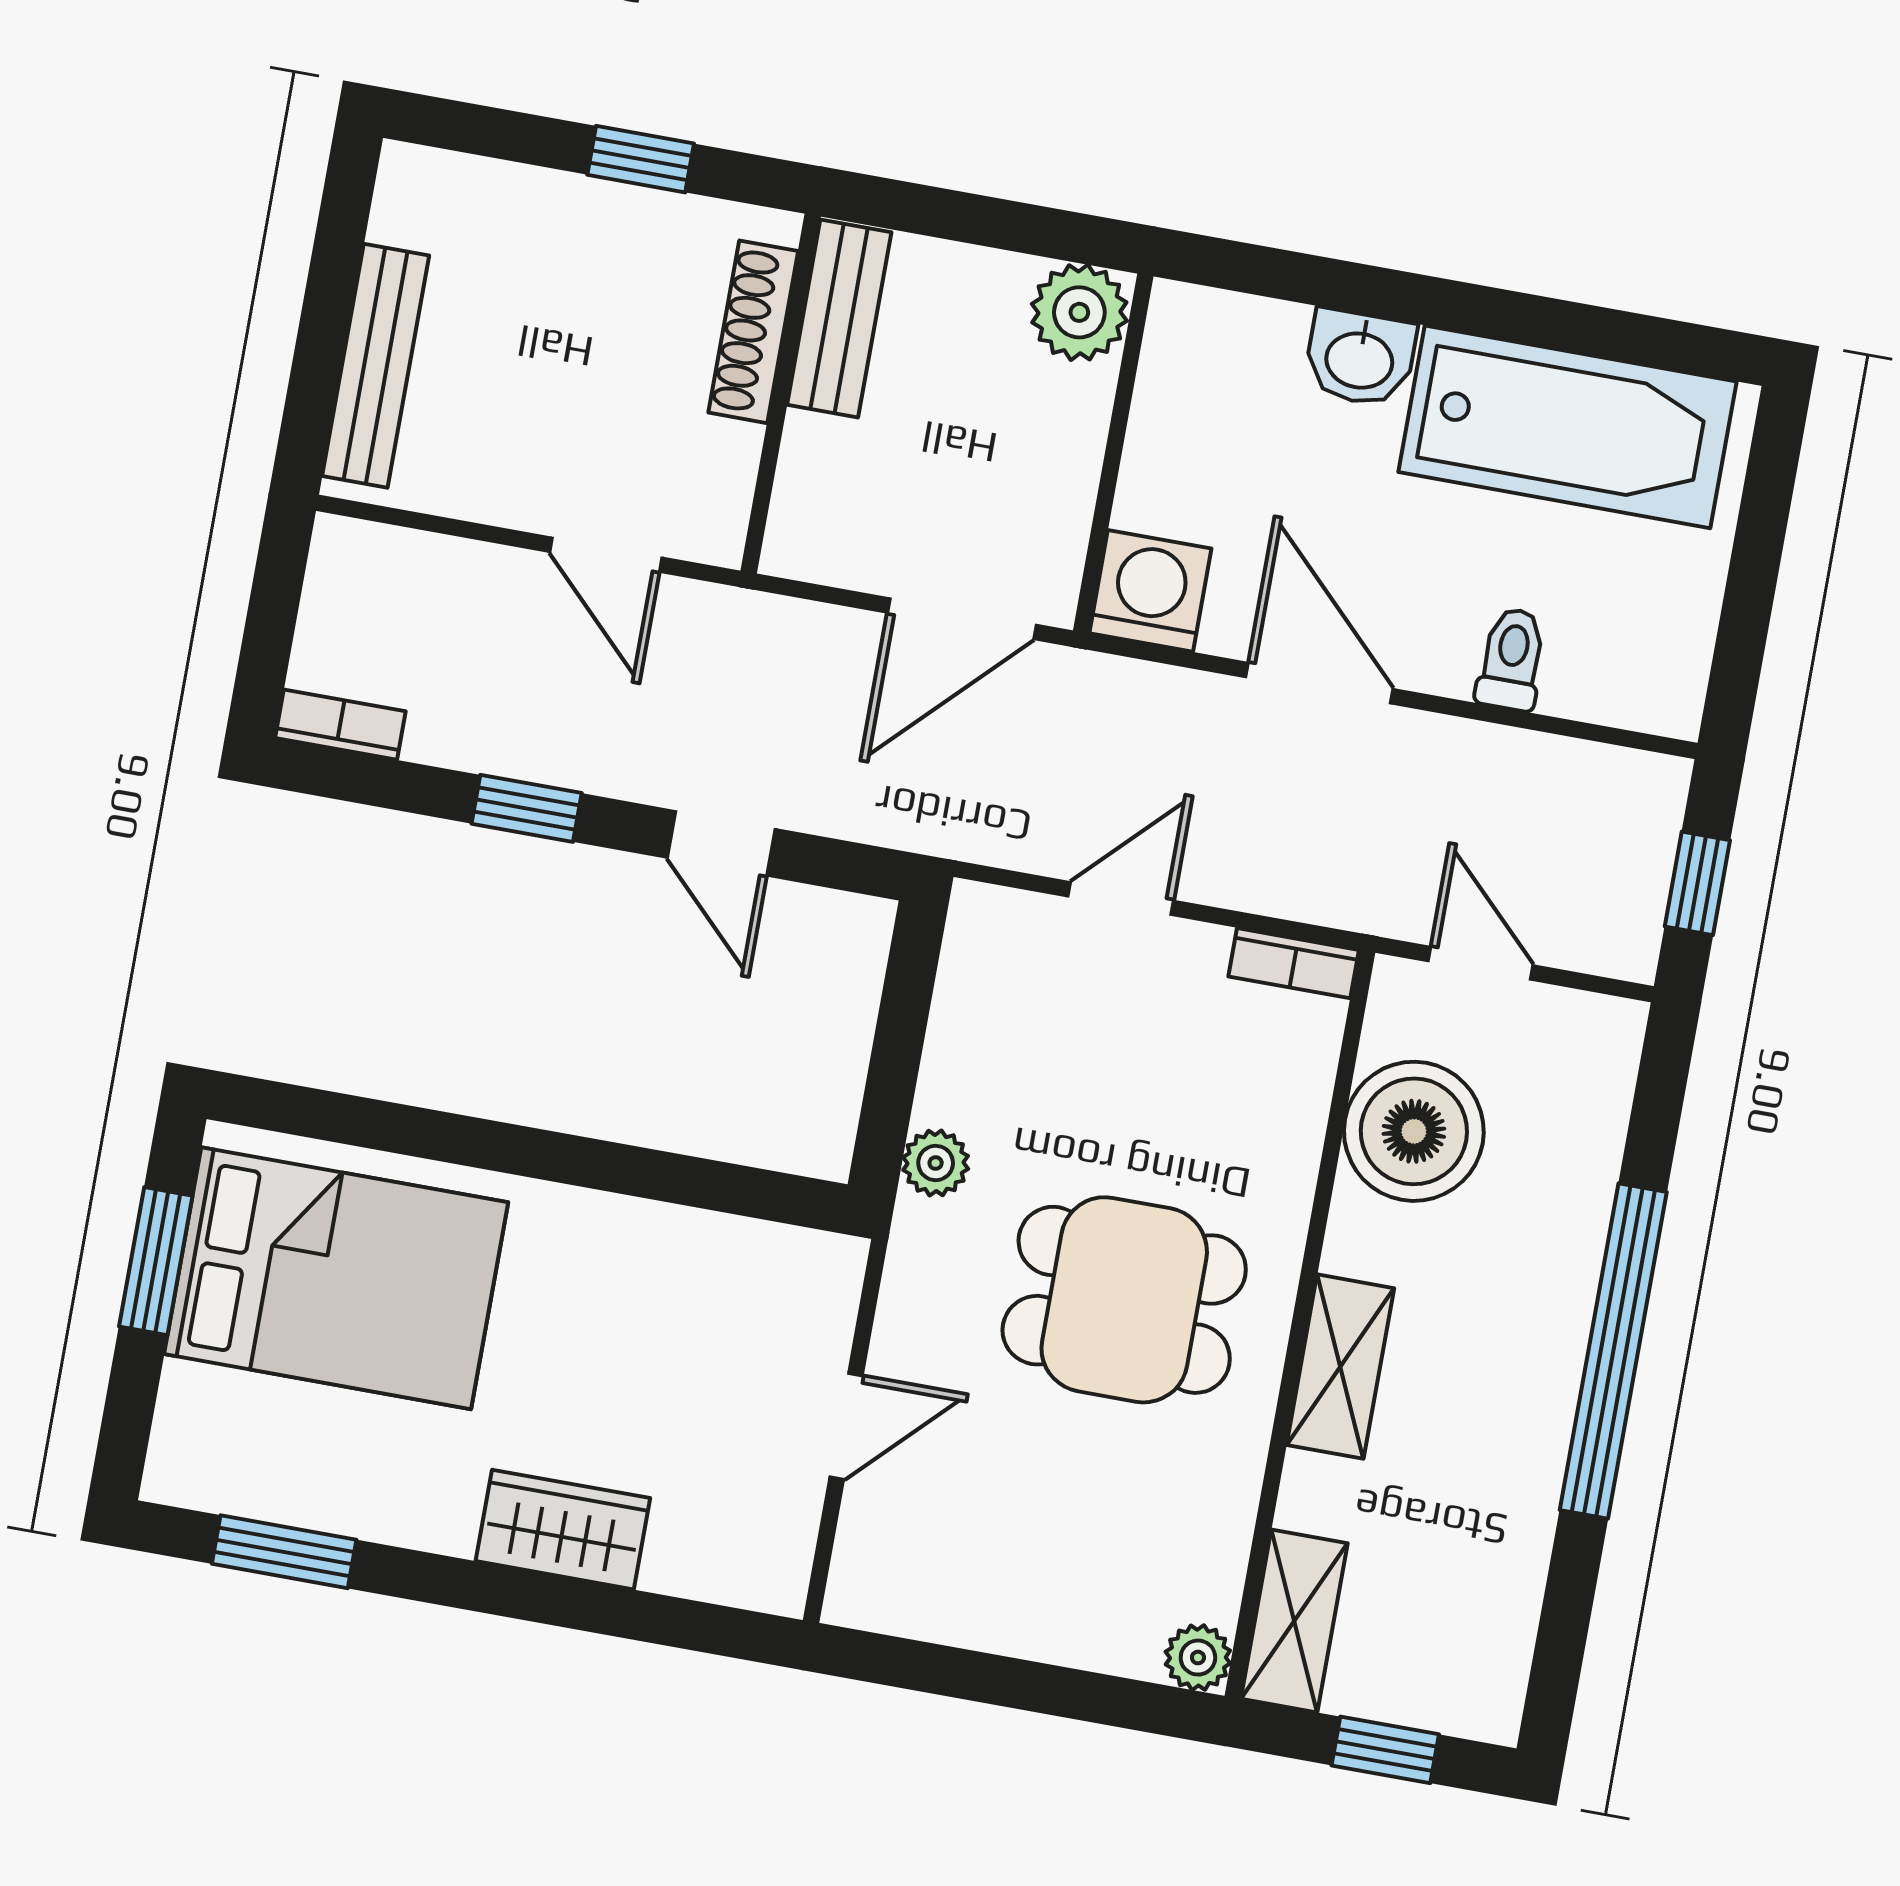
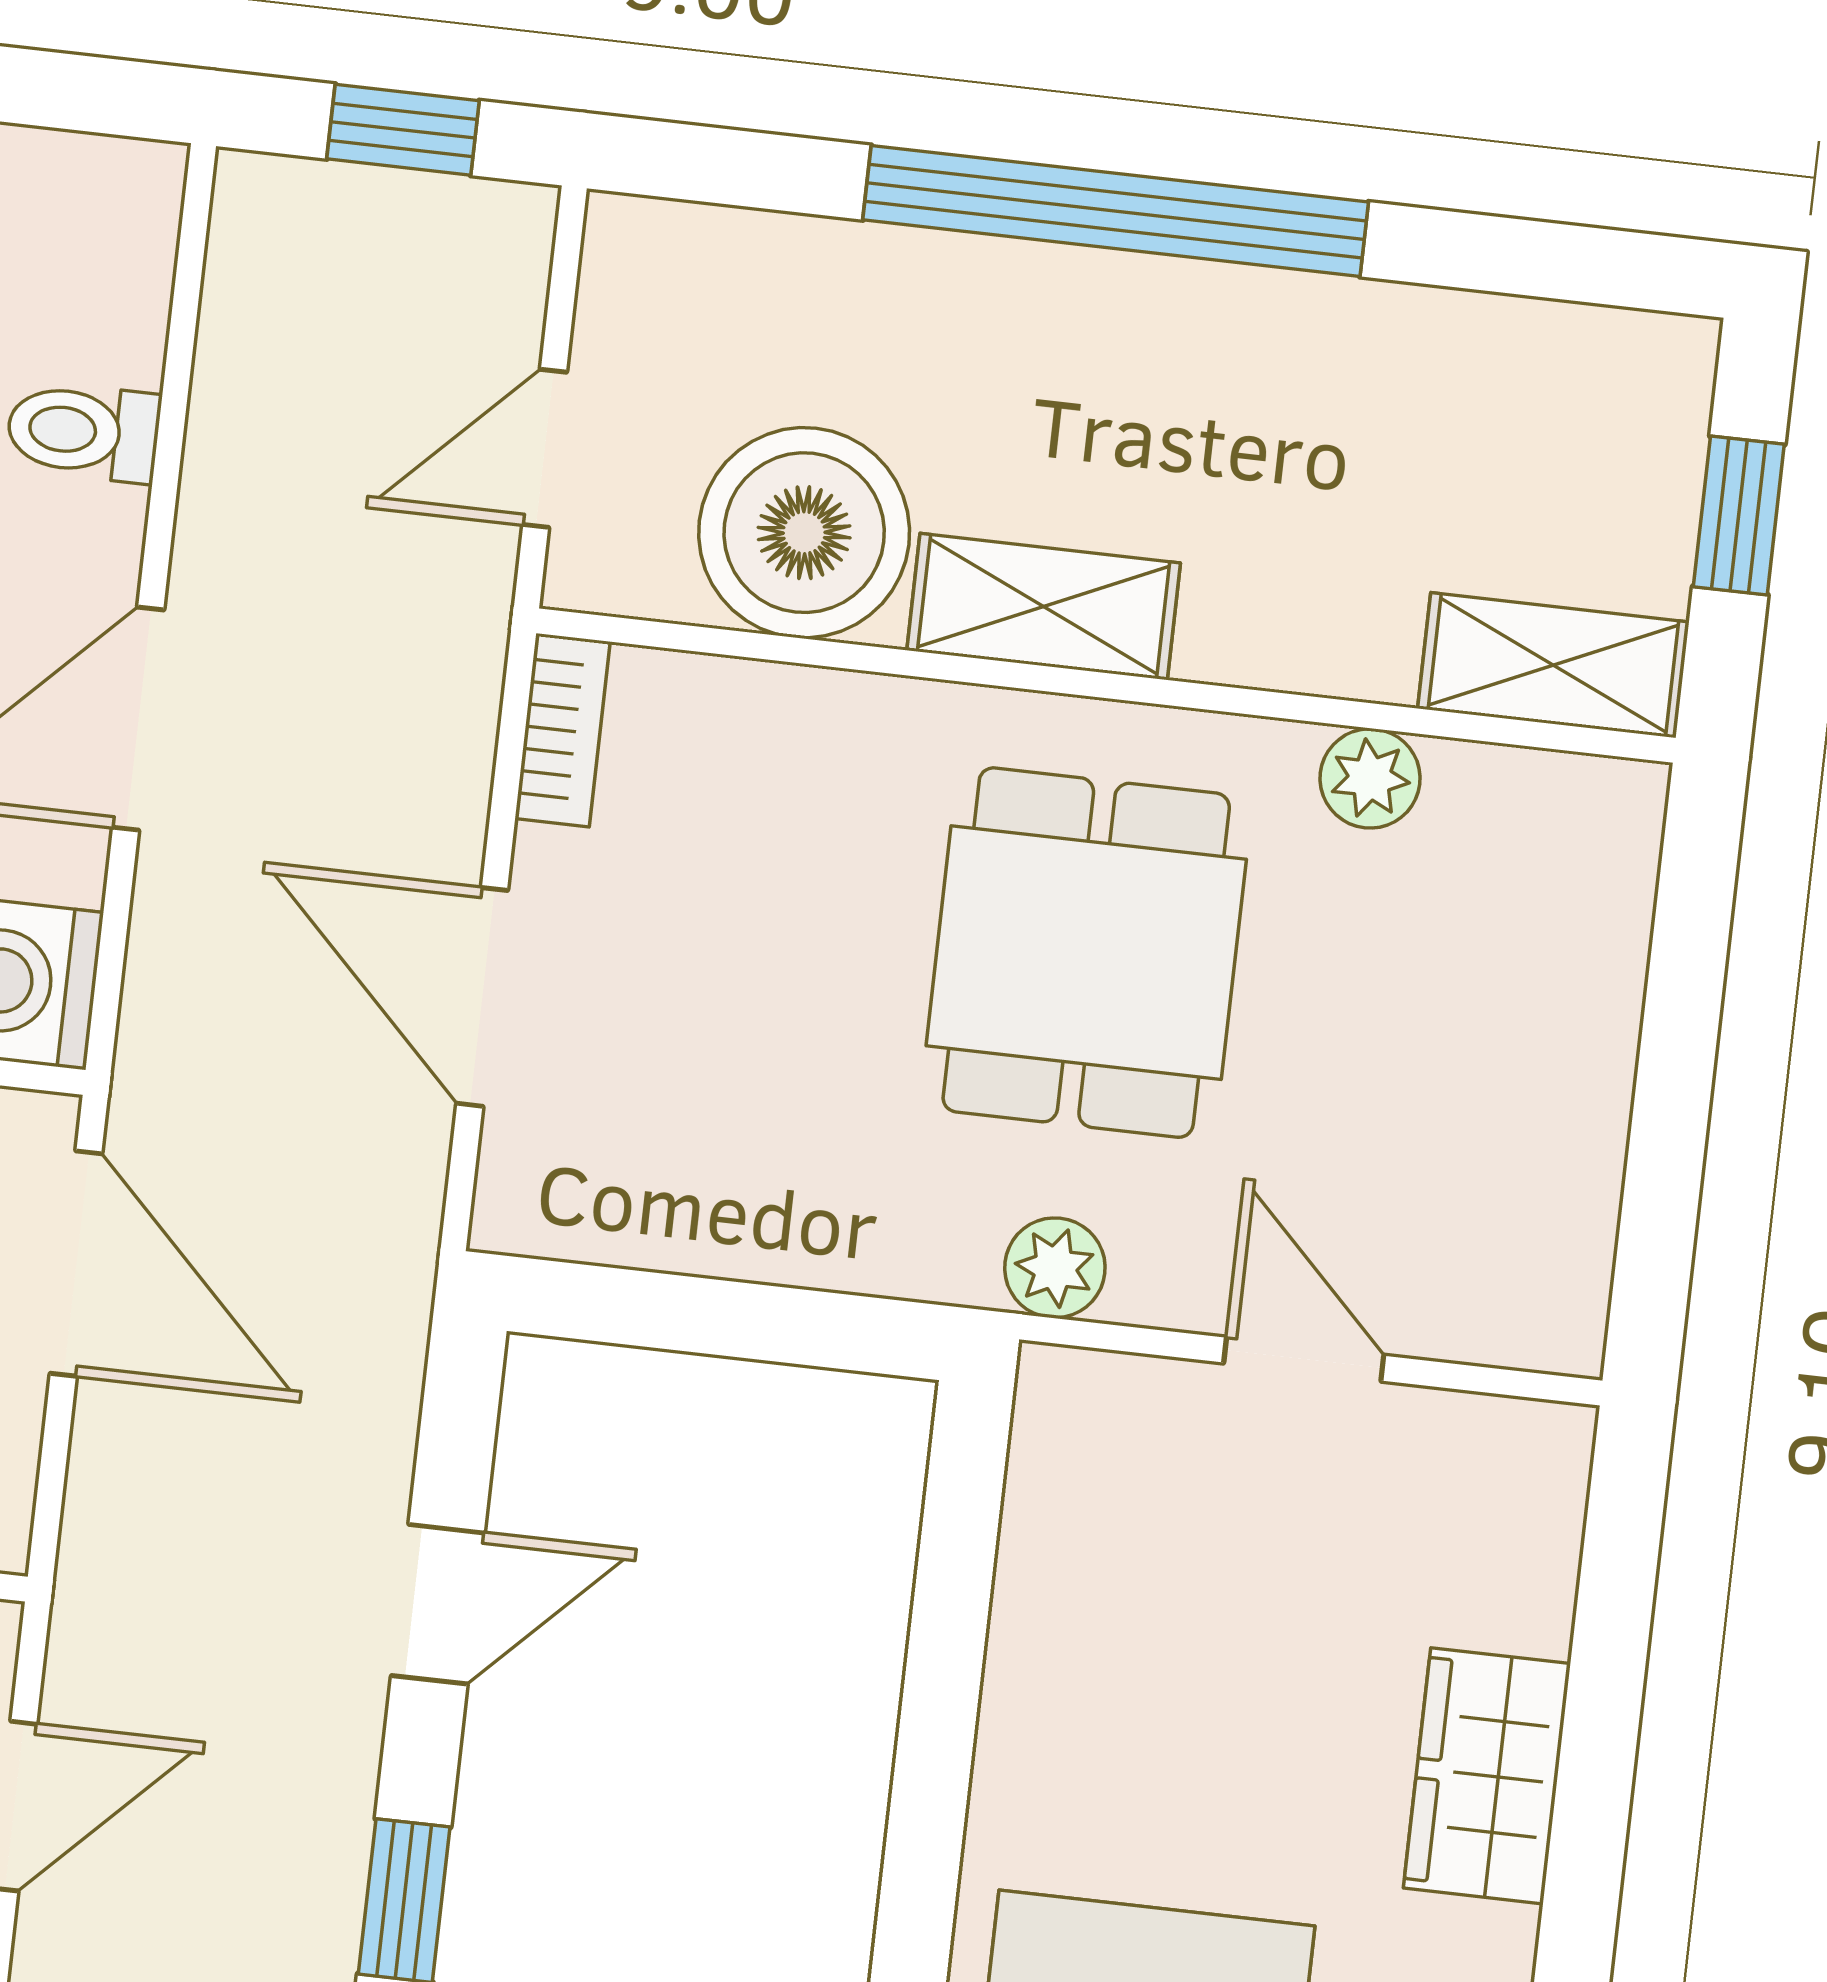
door: (1121, 899) -> (482, 997), width x1.38
plant: (936, 1163) -> (1055, 1268), moved
shelving: (1340, 1367) -> (1044, 607), moved
plant: (1198, 1658) -> (1370, 778), moved

